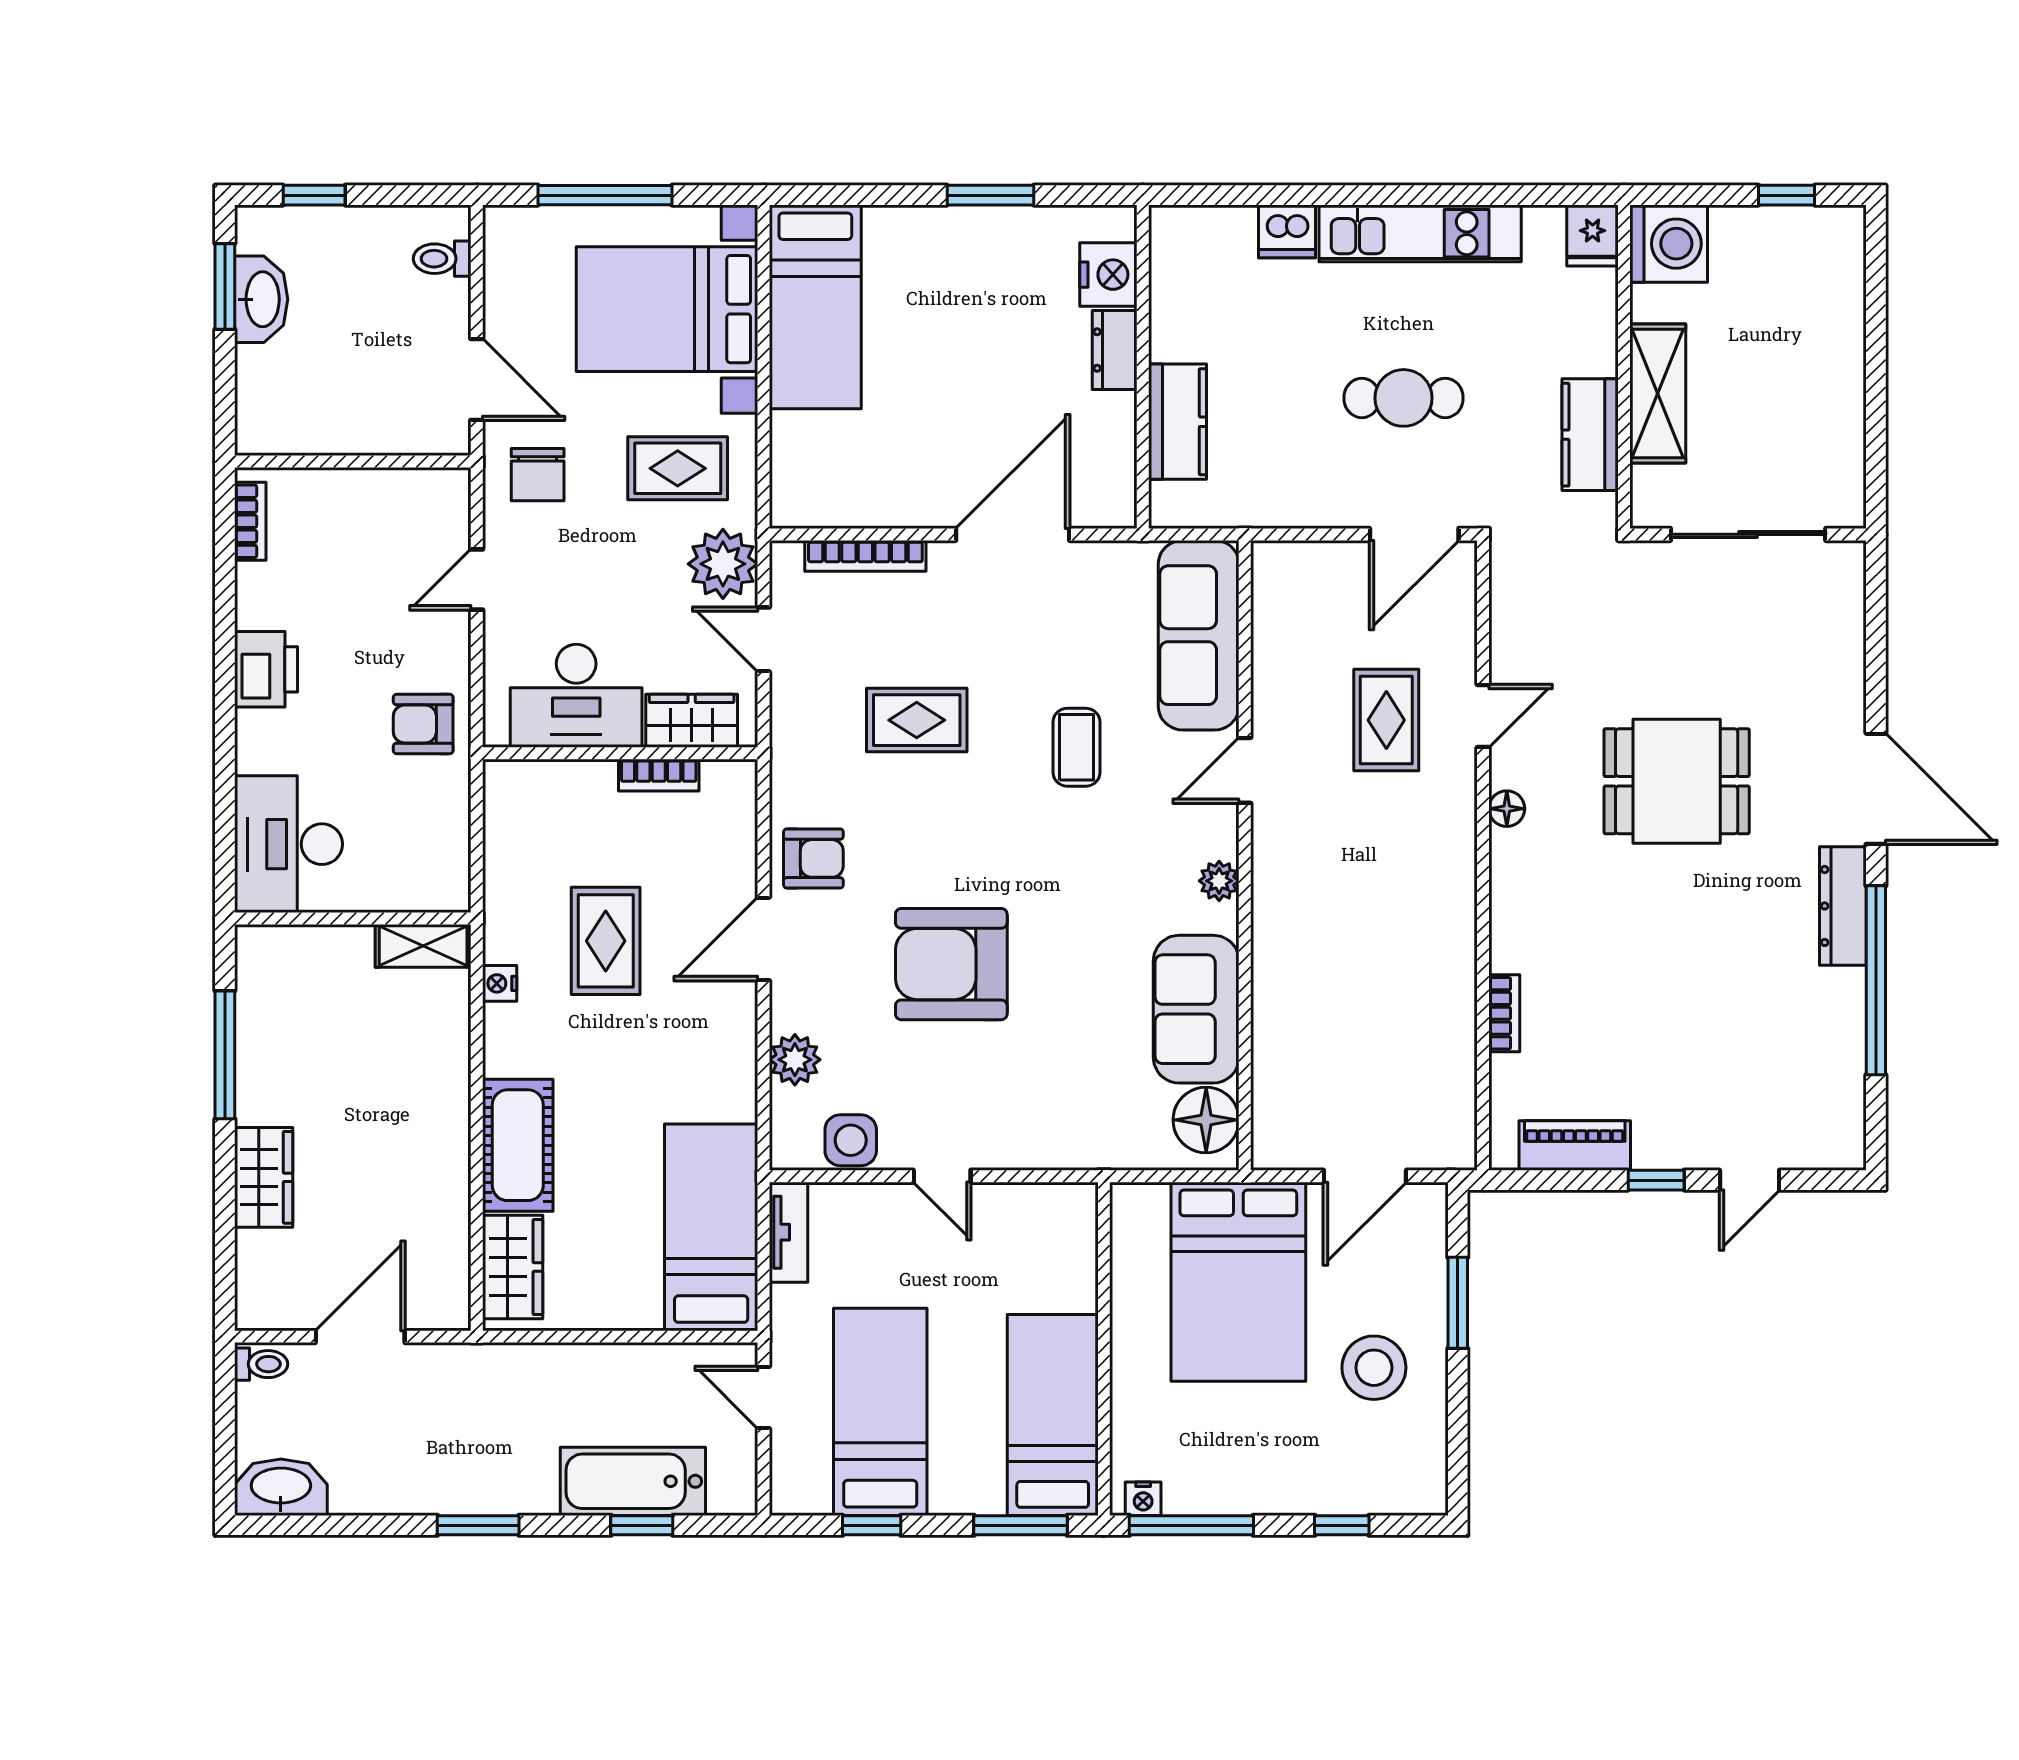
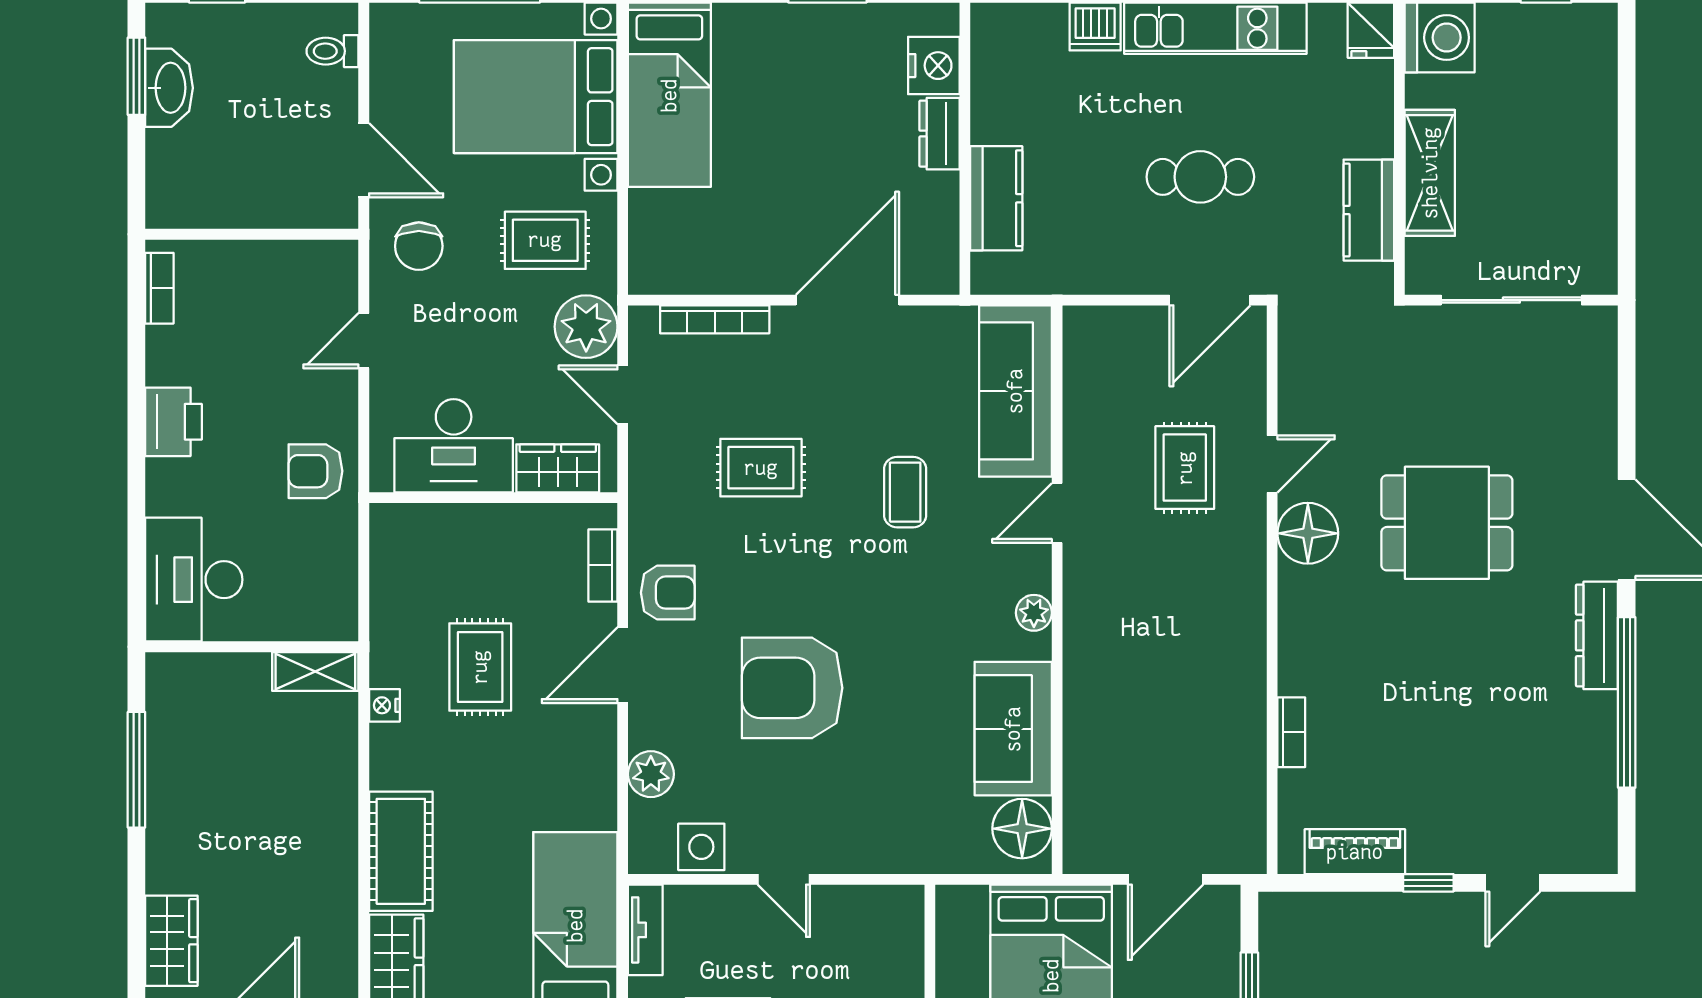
bookcase: (659, 775) -> (603, 565), moved, turned 90
floor lamp: (1507, 809) -> (1308, 533), width x1.89, depth x1.89
wardrobe: (264, 1177) -> (171, 941), moved

